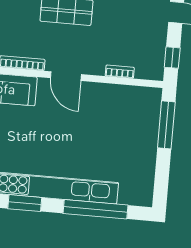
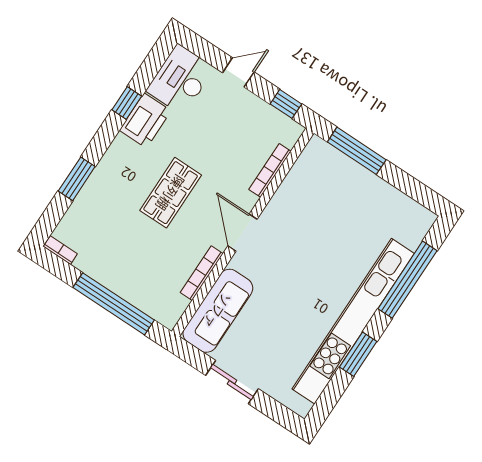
bookcase: (120, 72) -> (270, 170), width x1.56
door: (66, 76) -> (243, 233), swing flipped

